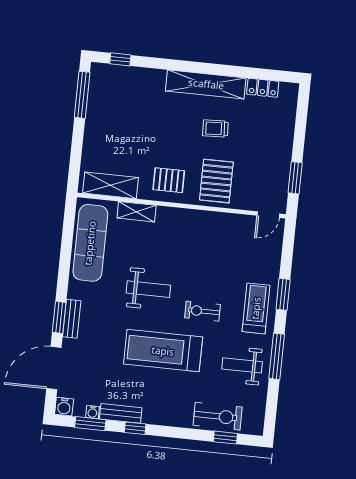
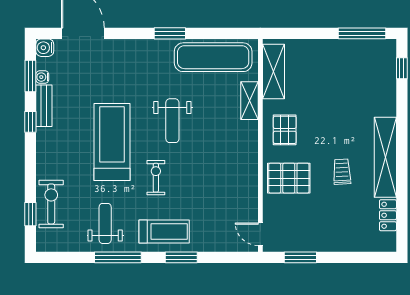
window: (59, 317) -> (170, 33), moved
bench: (72, 319) -> (135, 46), removed
exercise bike: (218, 416) -> (51, 204), turned 180

